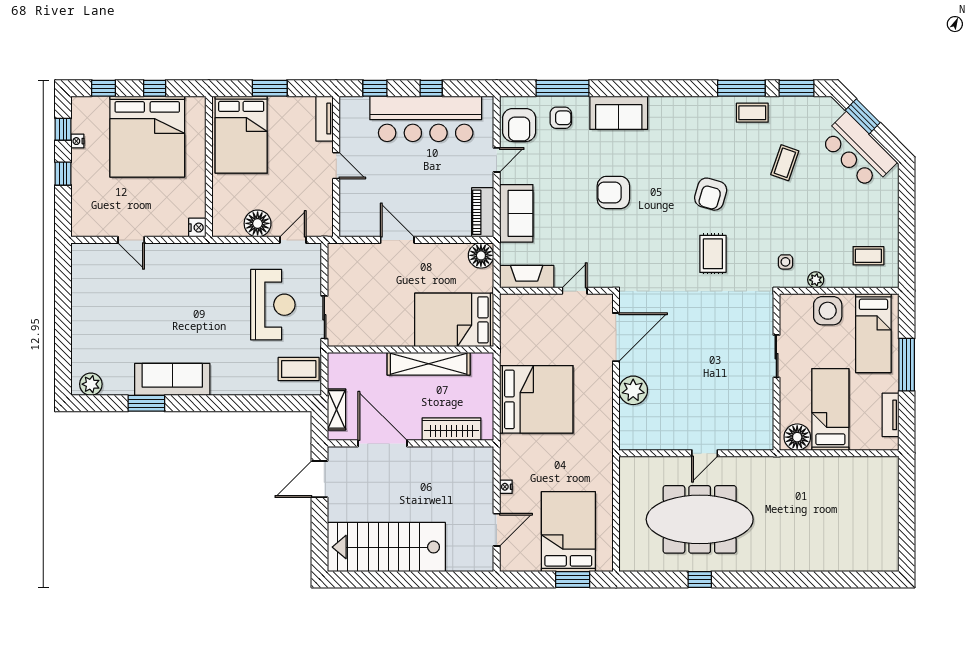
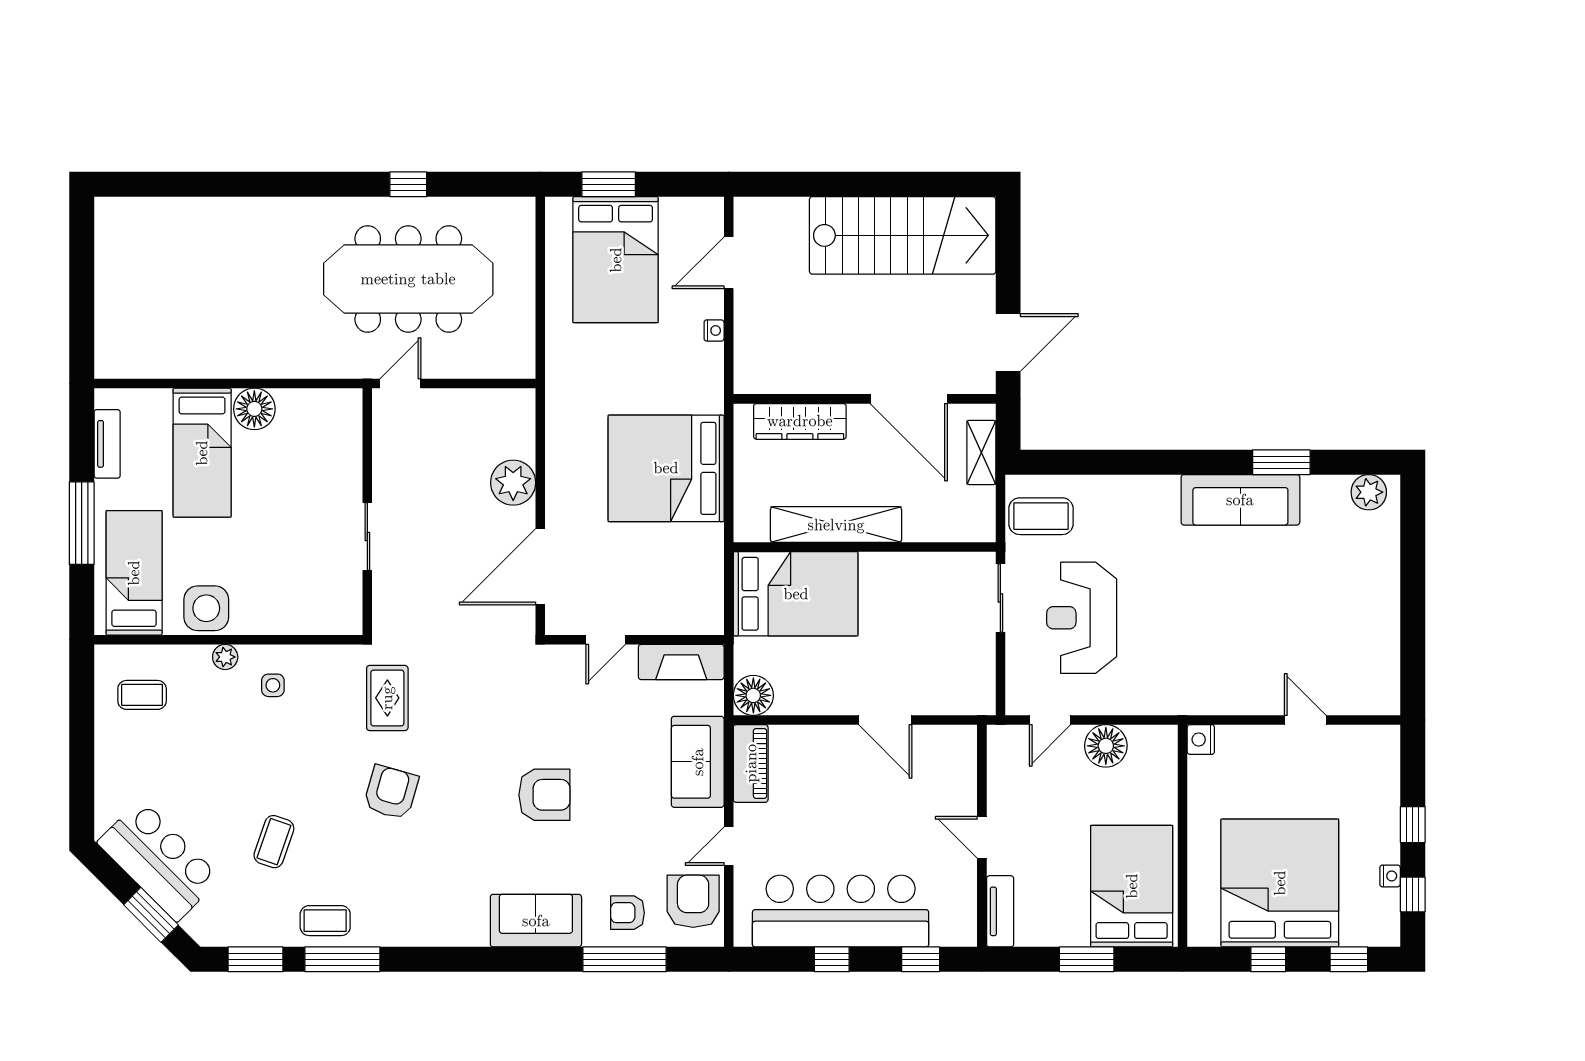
sliding door: (776, 356) -> (367, 536), moved
wall: (776, 372) -> (367, 512), moved

